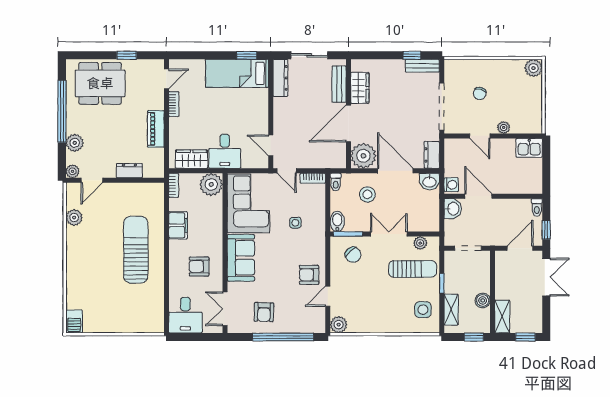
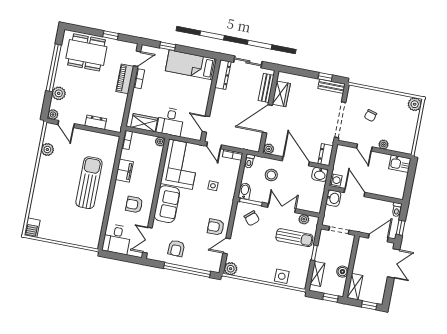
window: (247, 55) -> (167, 46), moved
piano: (156, 129) -> (125, 79), moved
plant: (363, 156) -> (269, 149), width x0.53, depth x0.53
door: (92, 180) -> (66, 124), hinge flipped
plant: (211, 185) -> (160, 142), width x0.53, depth x0.53
side table: (423, 310) -> (282, 276), moved

